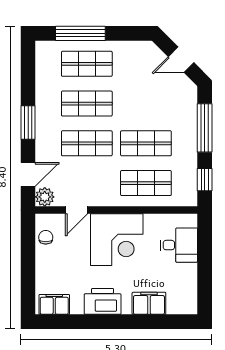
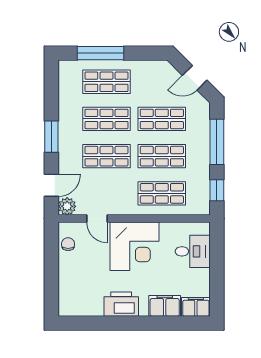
shop shelf: (146, 104) -> (162, 119), added
door: (77, 210) -> (97, 219), hinge flipped
filing cabinet: (54, 304) -> (196, 307), moved

